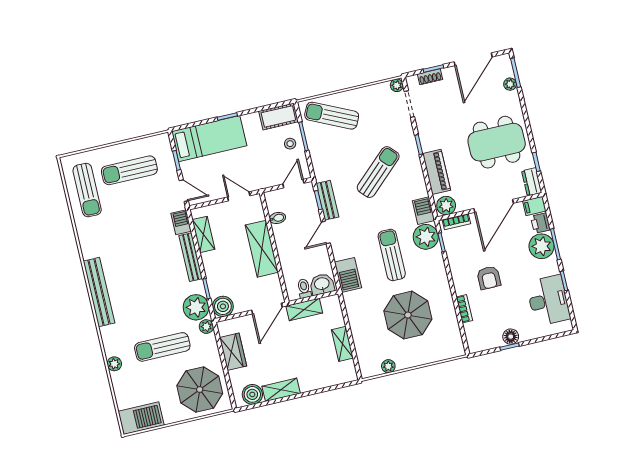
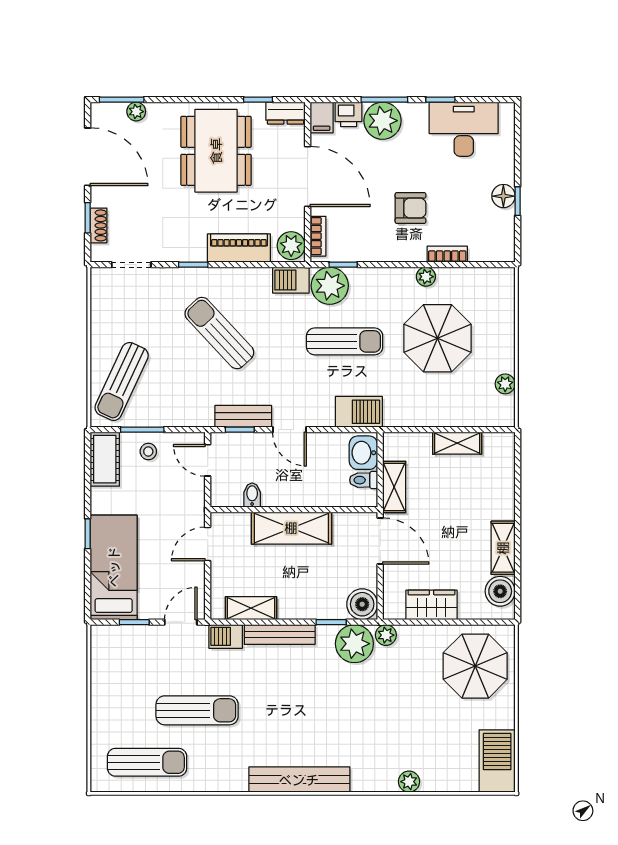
plant: (397, 85) -> (426, 277), moved
sun lounger: (129, 170) -> (197, 710), moved, turned -90
sun lounger: (392, 255) -> (345, 341), turned 180
sun lounger: (162, 347) -> (401, 706), removed

